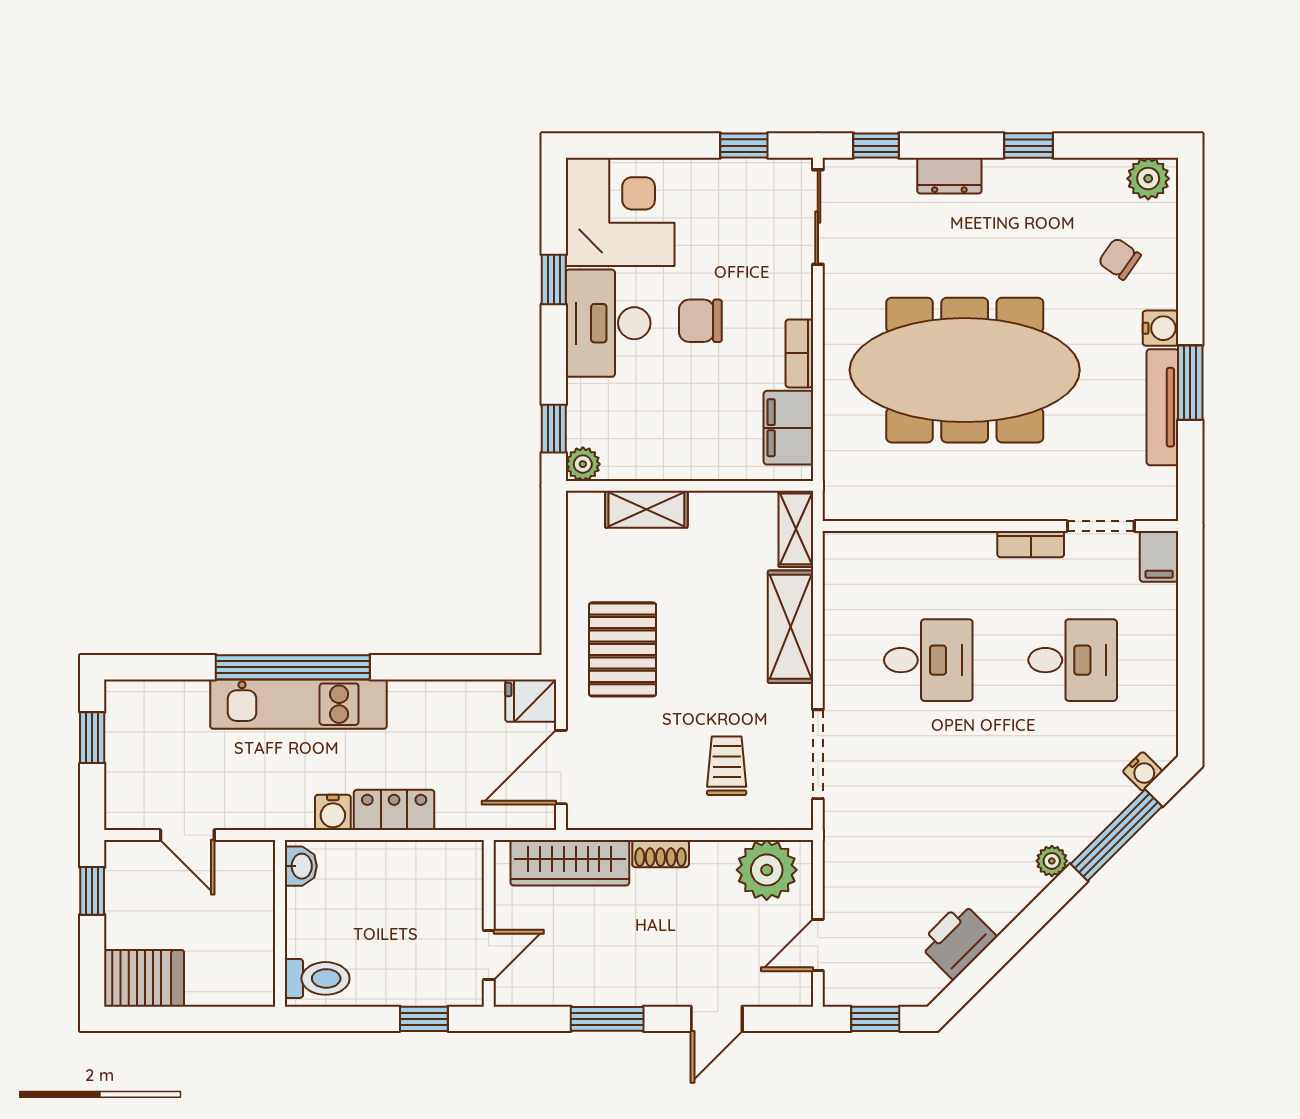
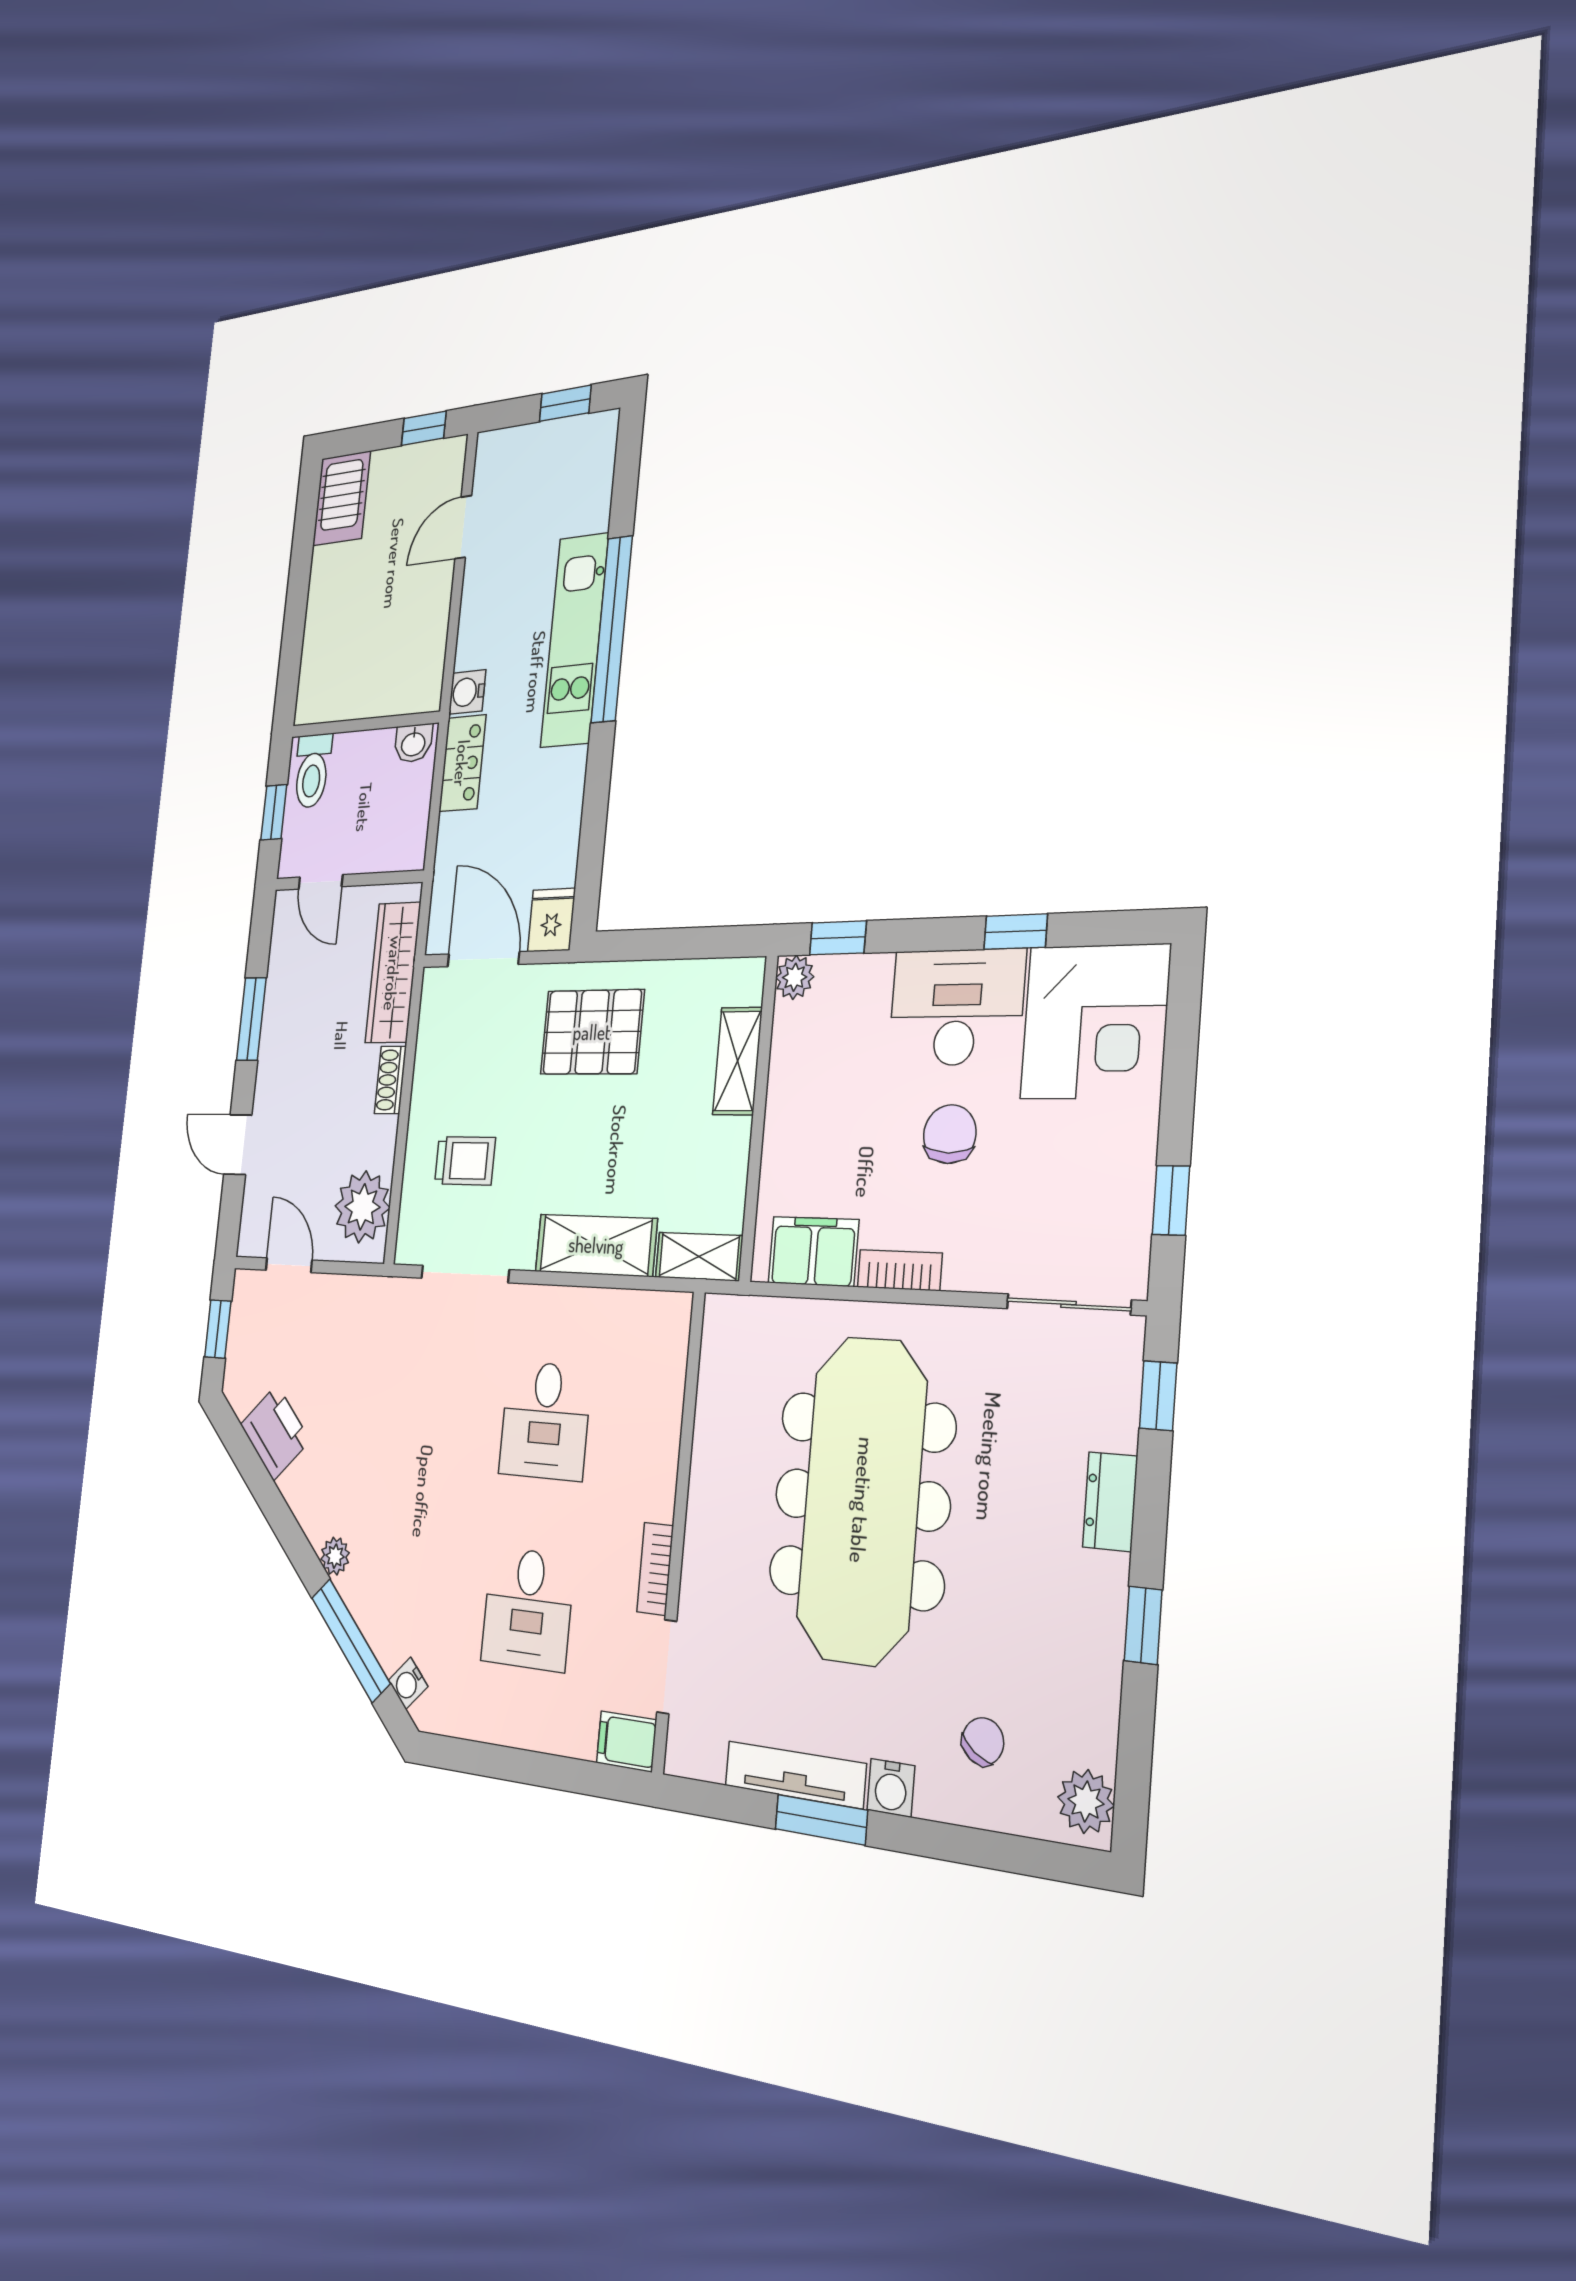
washbasin: (301, 866) -> (413, 743), moved
wall: (280, 923) -> (365, 724), moved
toilet: (317, 978) -> (312, 771), moved

